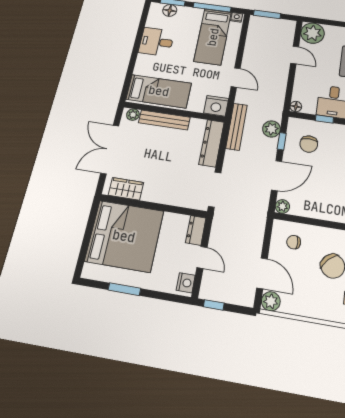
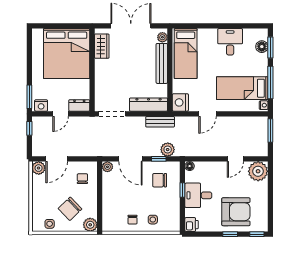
bench: (237, 127) -> (160, 122), width x0.73
window: (124, 289) -> (29, 97), moved

